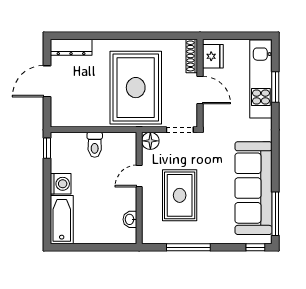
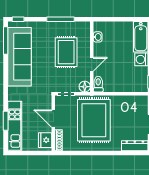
toilet: (95, 145) -> (98, 84), moved

